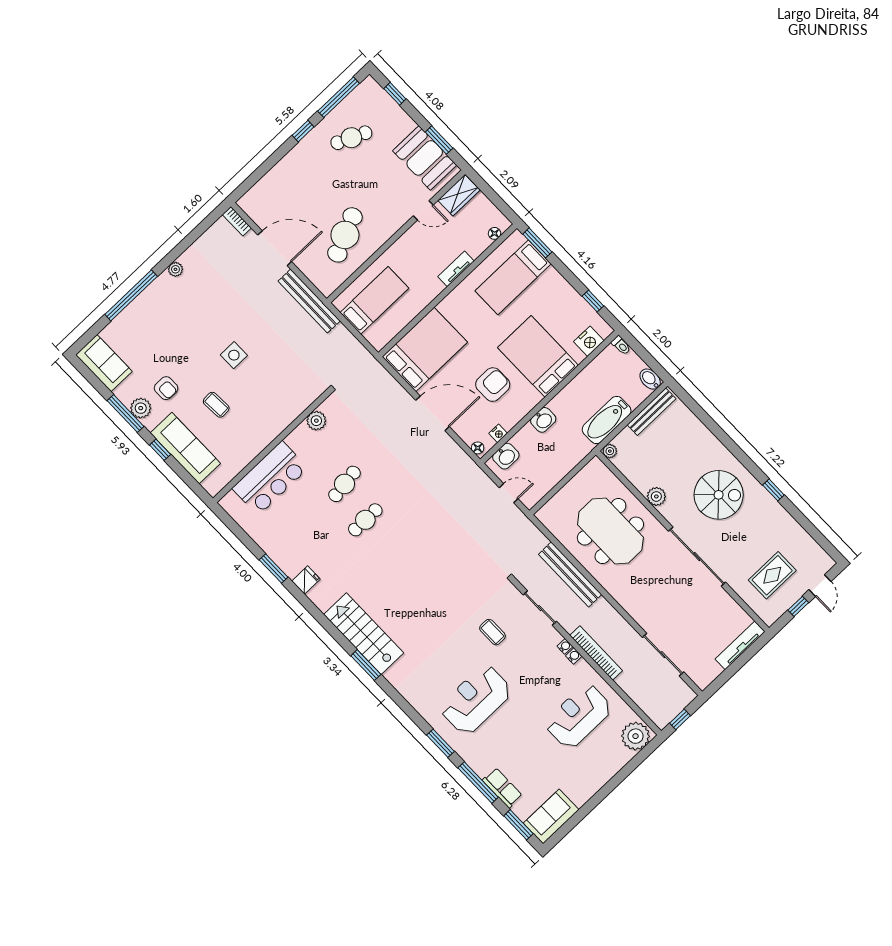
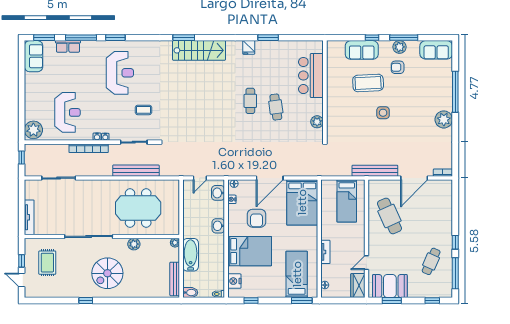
plant: (175, 269) -> (444, 119), width x1.88, depth x1.88
coffee table: (216, 405) -> (368, 83), width x1.86, depth x1.72
sofa: (185, 448) -> (362, 50), width x0.73

